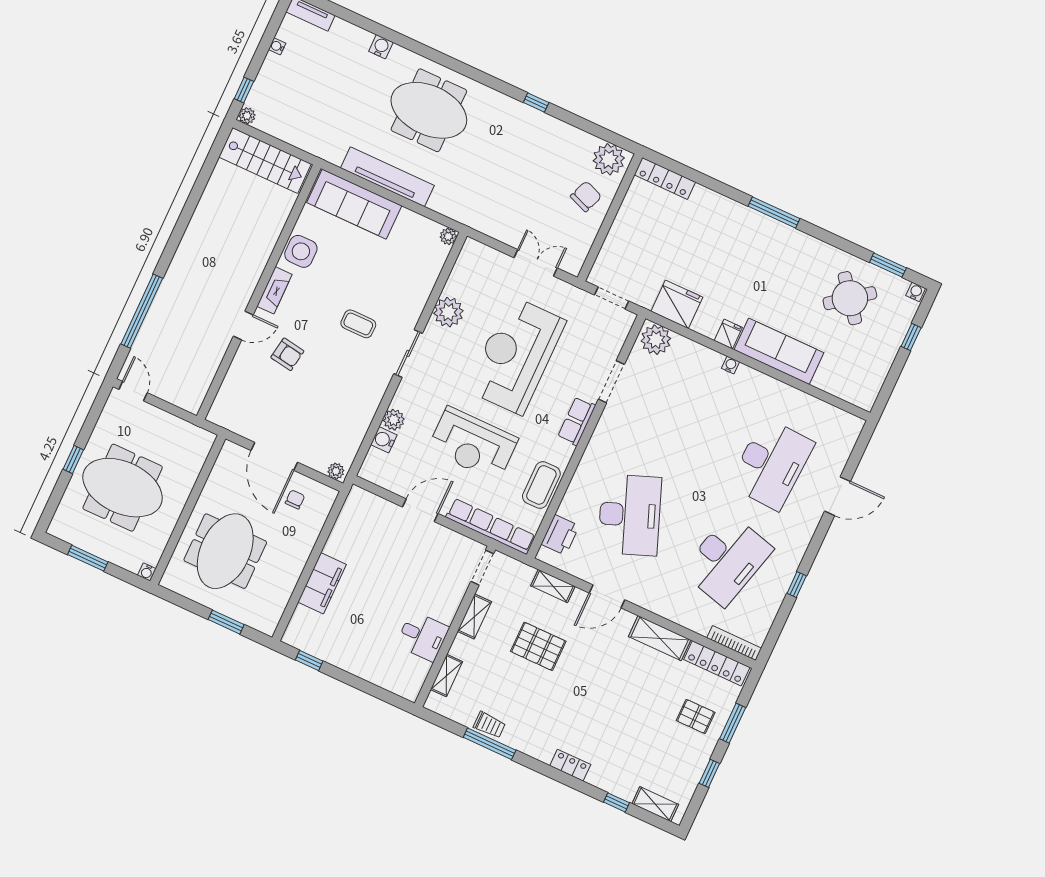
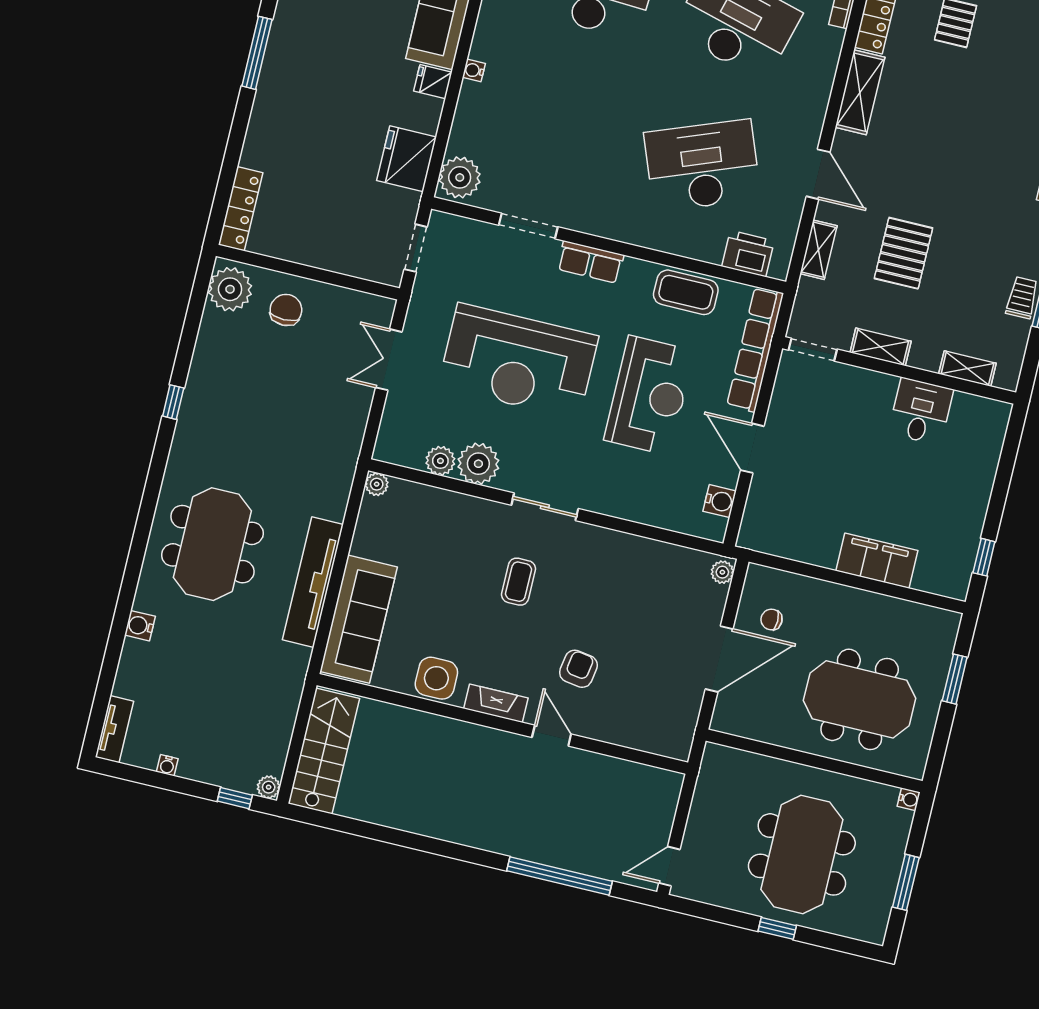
chair: (586, 196) -> (286, 310), turned 69
plant: (394, 420) -> (440, 461), moved
water cooler: (384, 440) -> (720, 501), moved, turned -90

